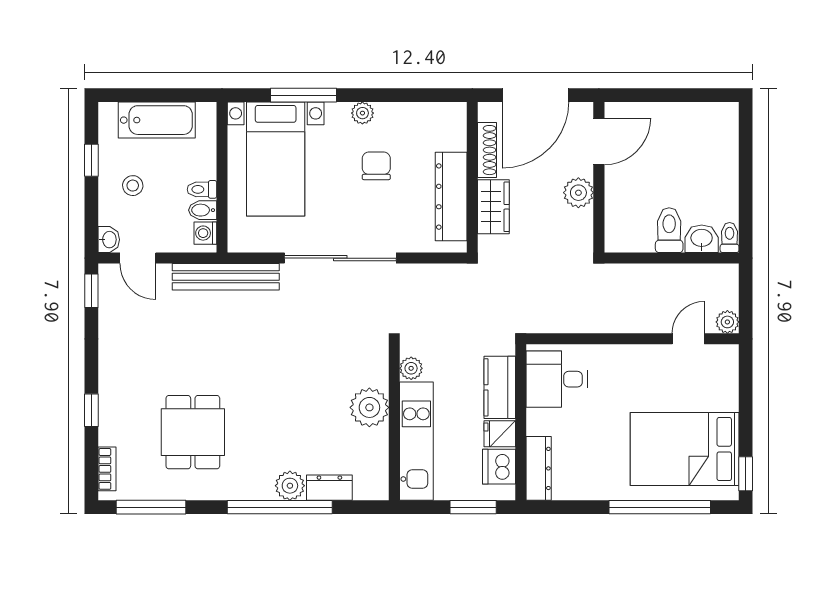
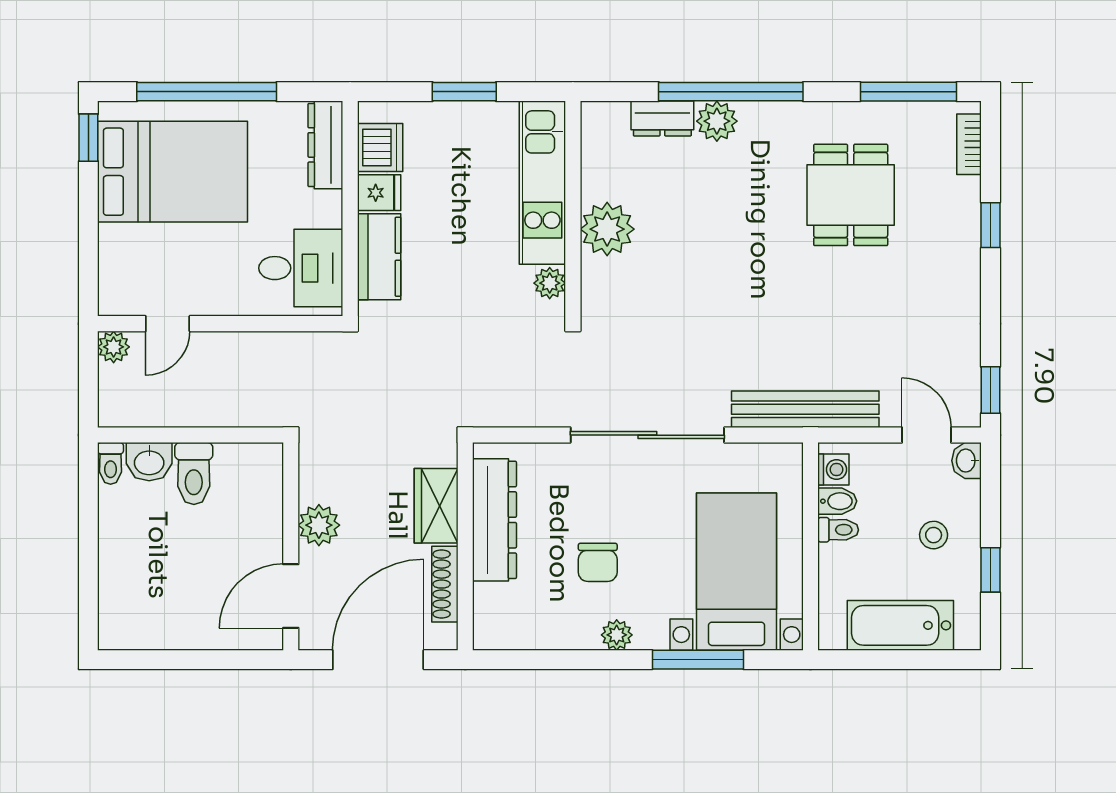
desk: (557, 379) -> (301, 268), moved
kitchen counter: (500, 387) -> (379, 257), moved
wall: (521, 422) -> (350, 209), moved
fridge: (500, 434) -> (379, 193), moved
dishwasher: (499, 467) -> (380, 148), moved
dresser: (539, 468) -> (325, 145), moved

